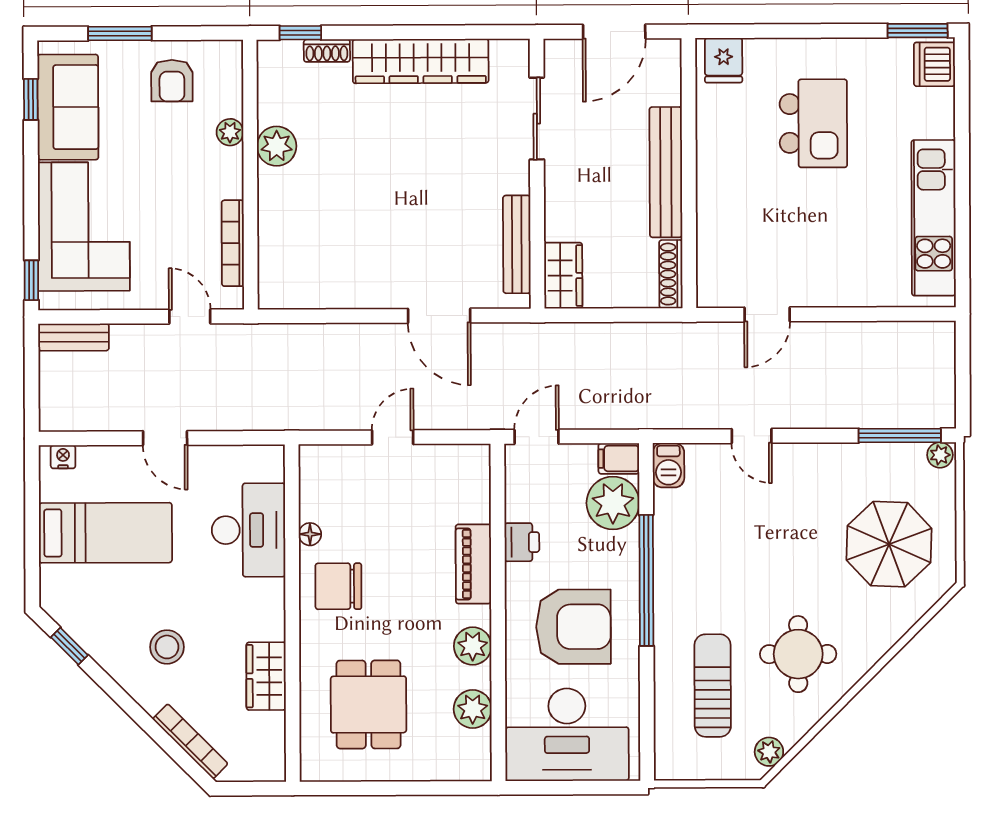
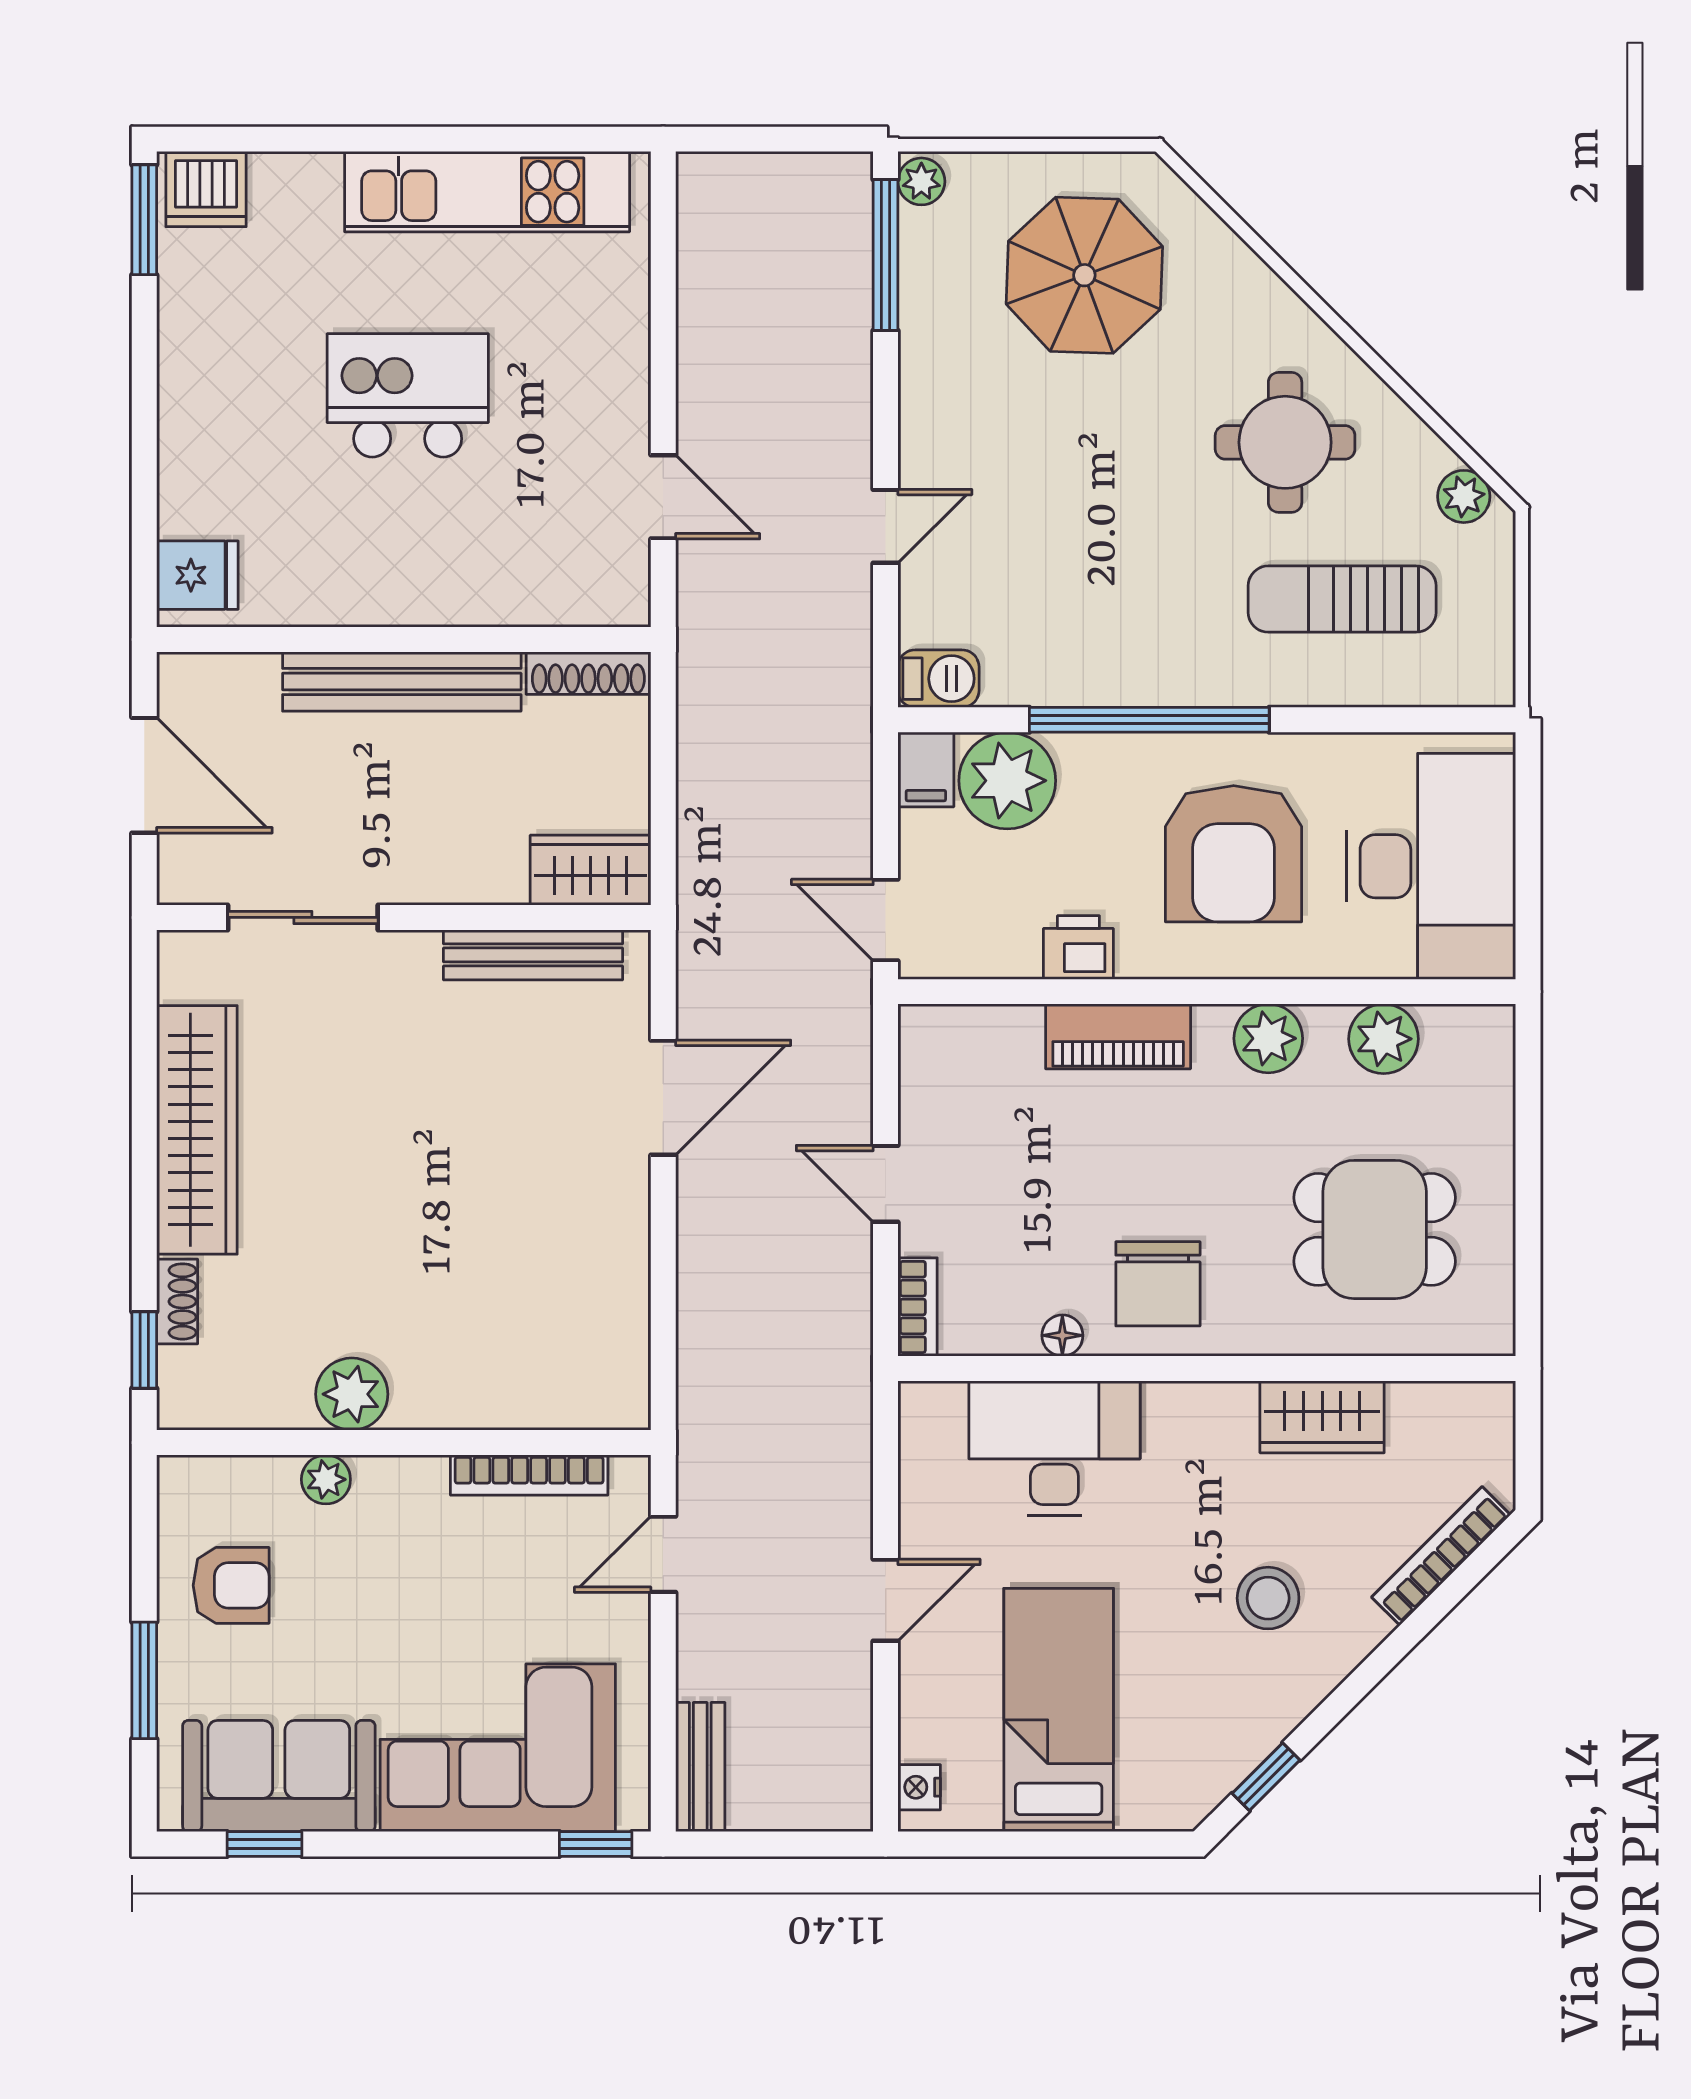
kitchen island: (813, 123) -> (408, 395), moved
bookcase: (325, 455) -> (918, 1307), added
armchair: (573, 627) -> (1234, 854), turned 180

